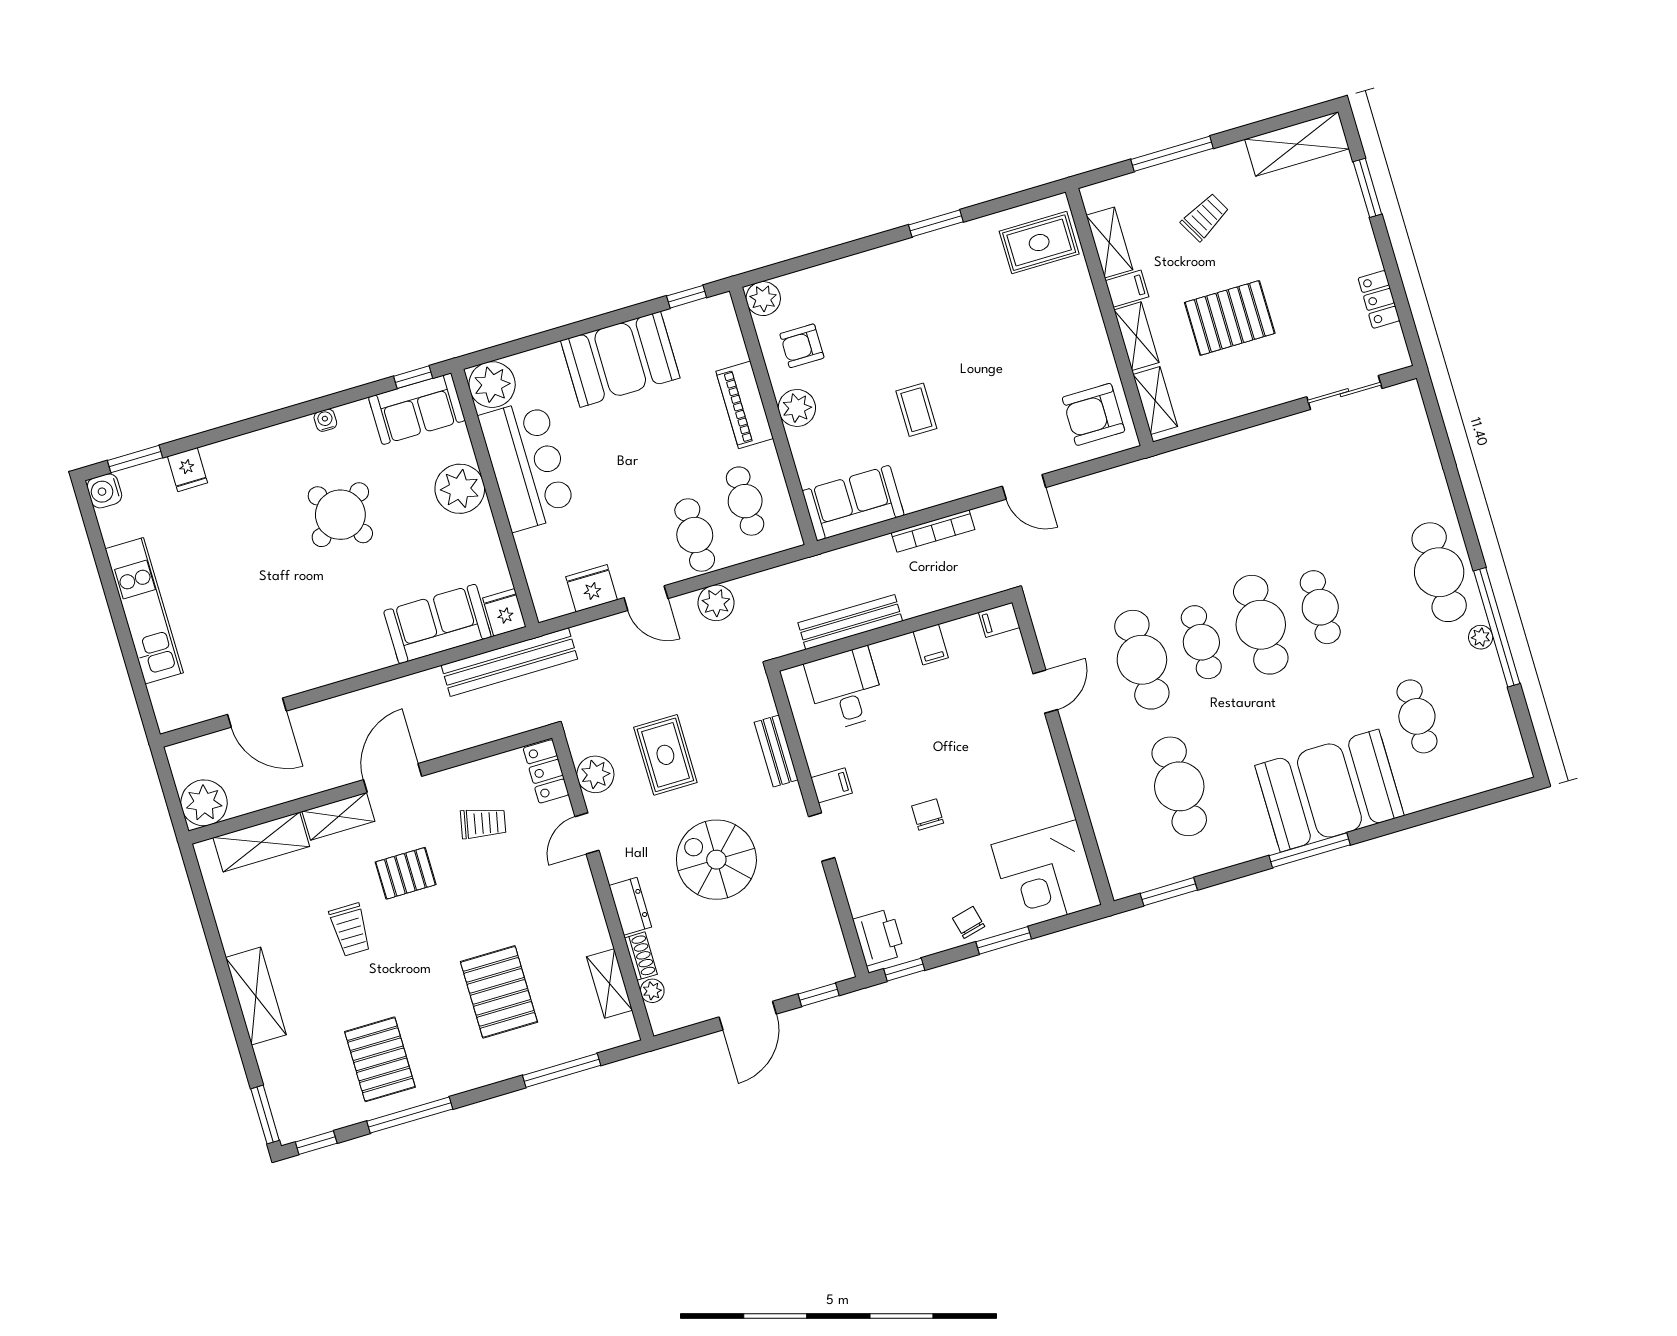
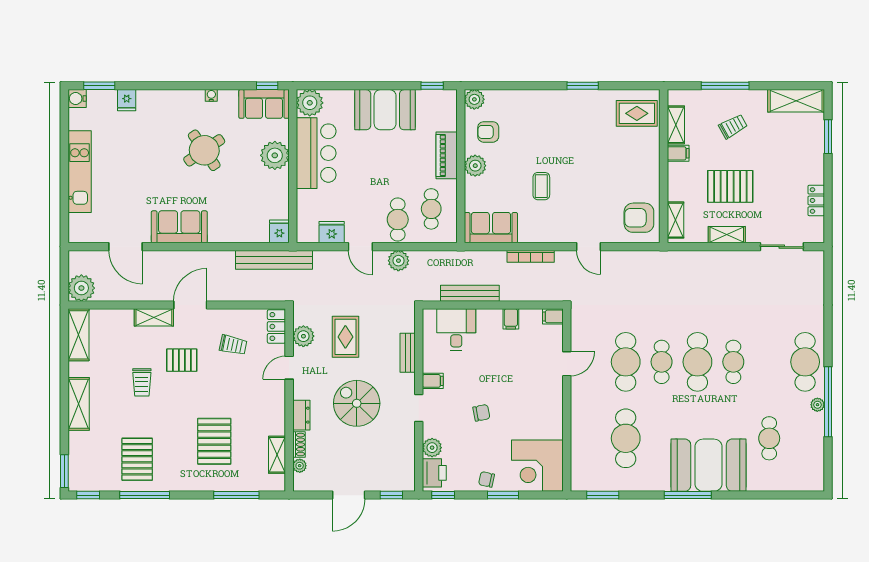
shelving: (1137, 336) -> (727, 235), moved, turned 90
sofa: (437, 624) -> (179, 227), moved
chair: (928, 814) -> (481, 413), turned 79
shelving: (261, 842) -> (78, 335), moved, turned 90
plant: (863, 896) -> (432, 448), added
chair: (969, 922) -> (487, 479), turned -64

